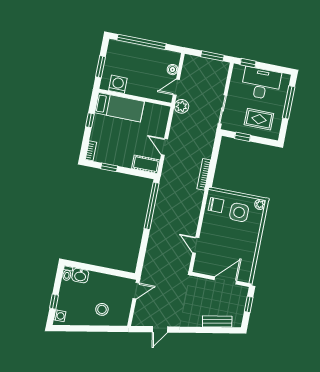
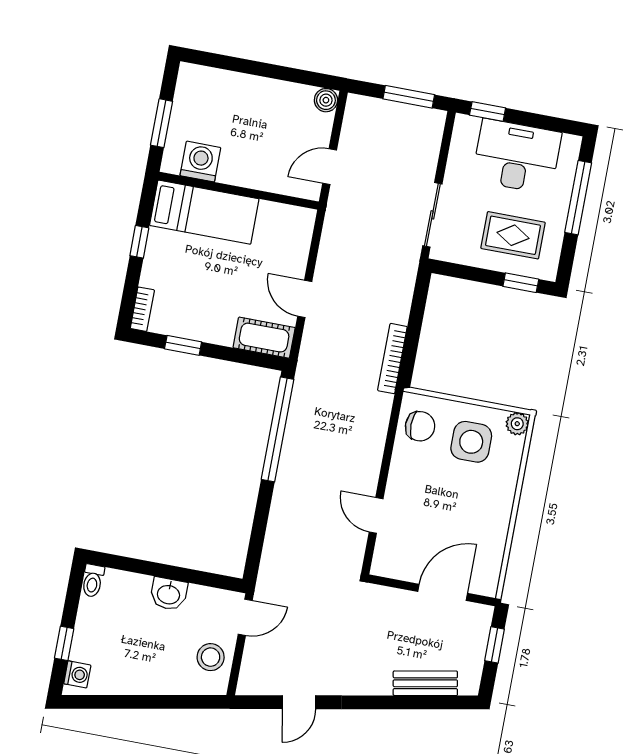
window: (141, 42) -> (251, 67), removed
boiler: (173, 70) -> (326, 100), moved
plant: (182, 106) -> (342, 209), removed
window: (243, 137) -> (521, 283), moved
washbasin: (80, 276) -> (169, 594), moved
stool: (102, 309) -> (211, 657), moved

